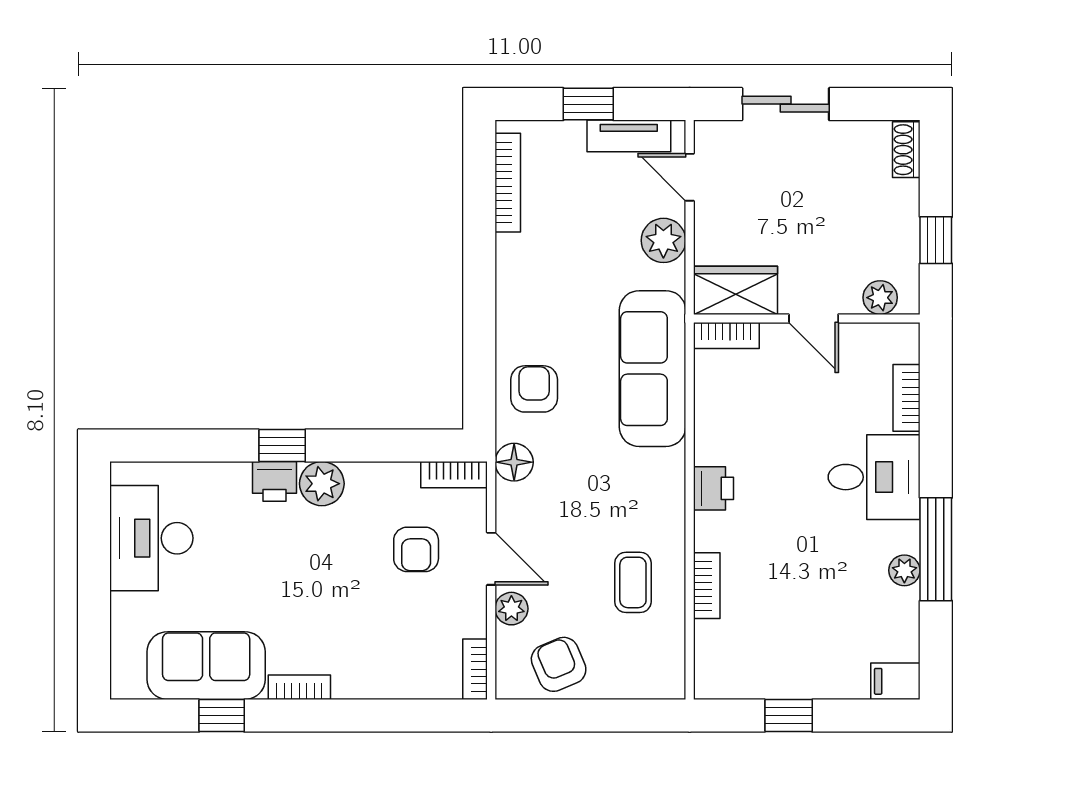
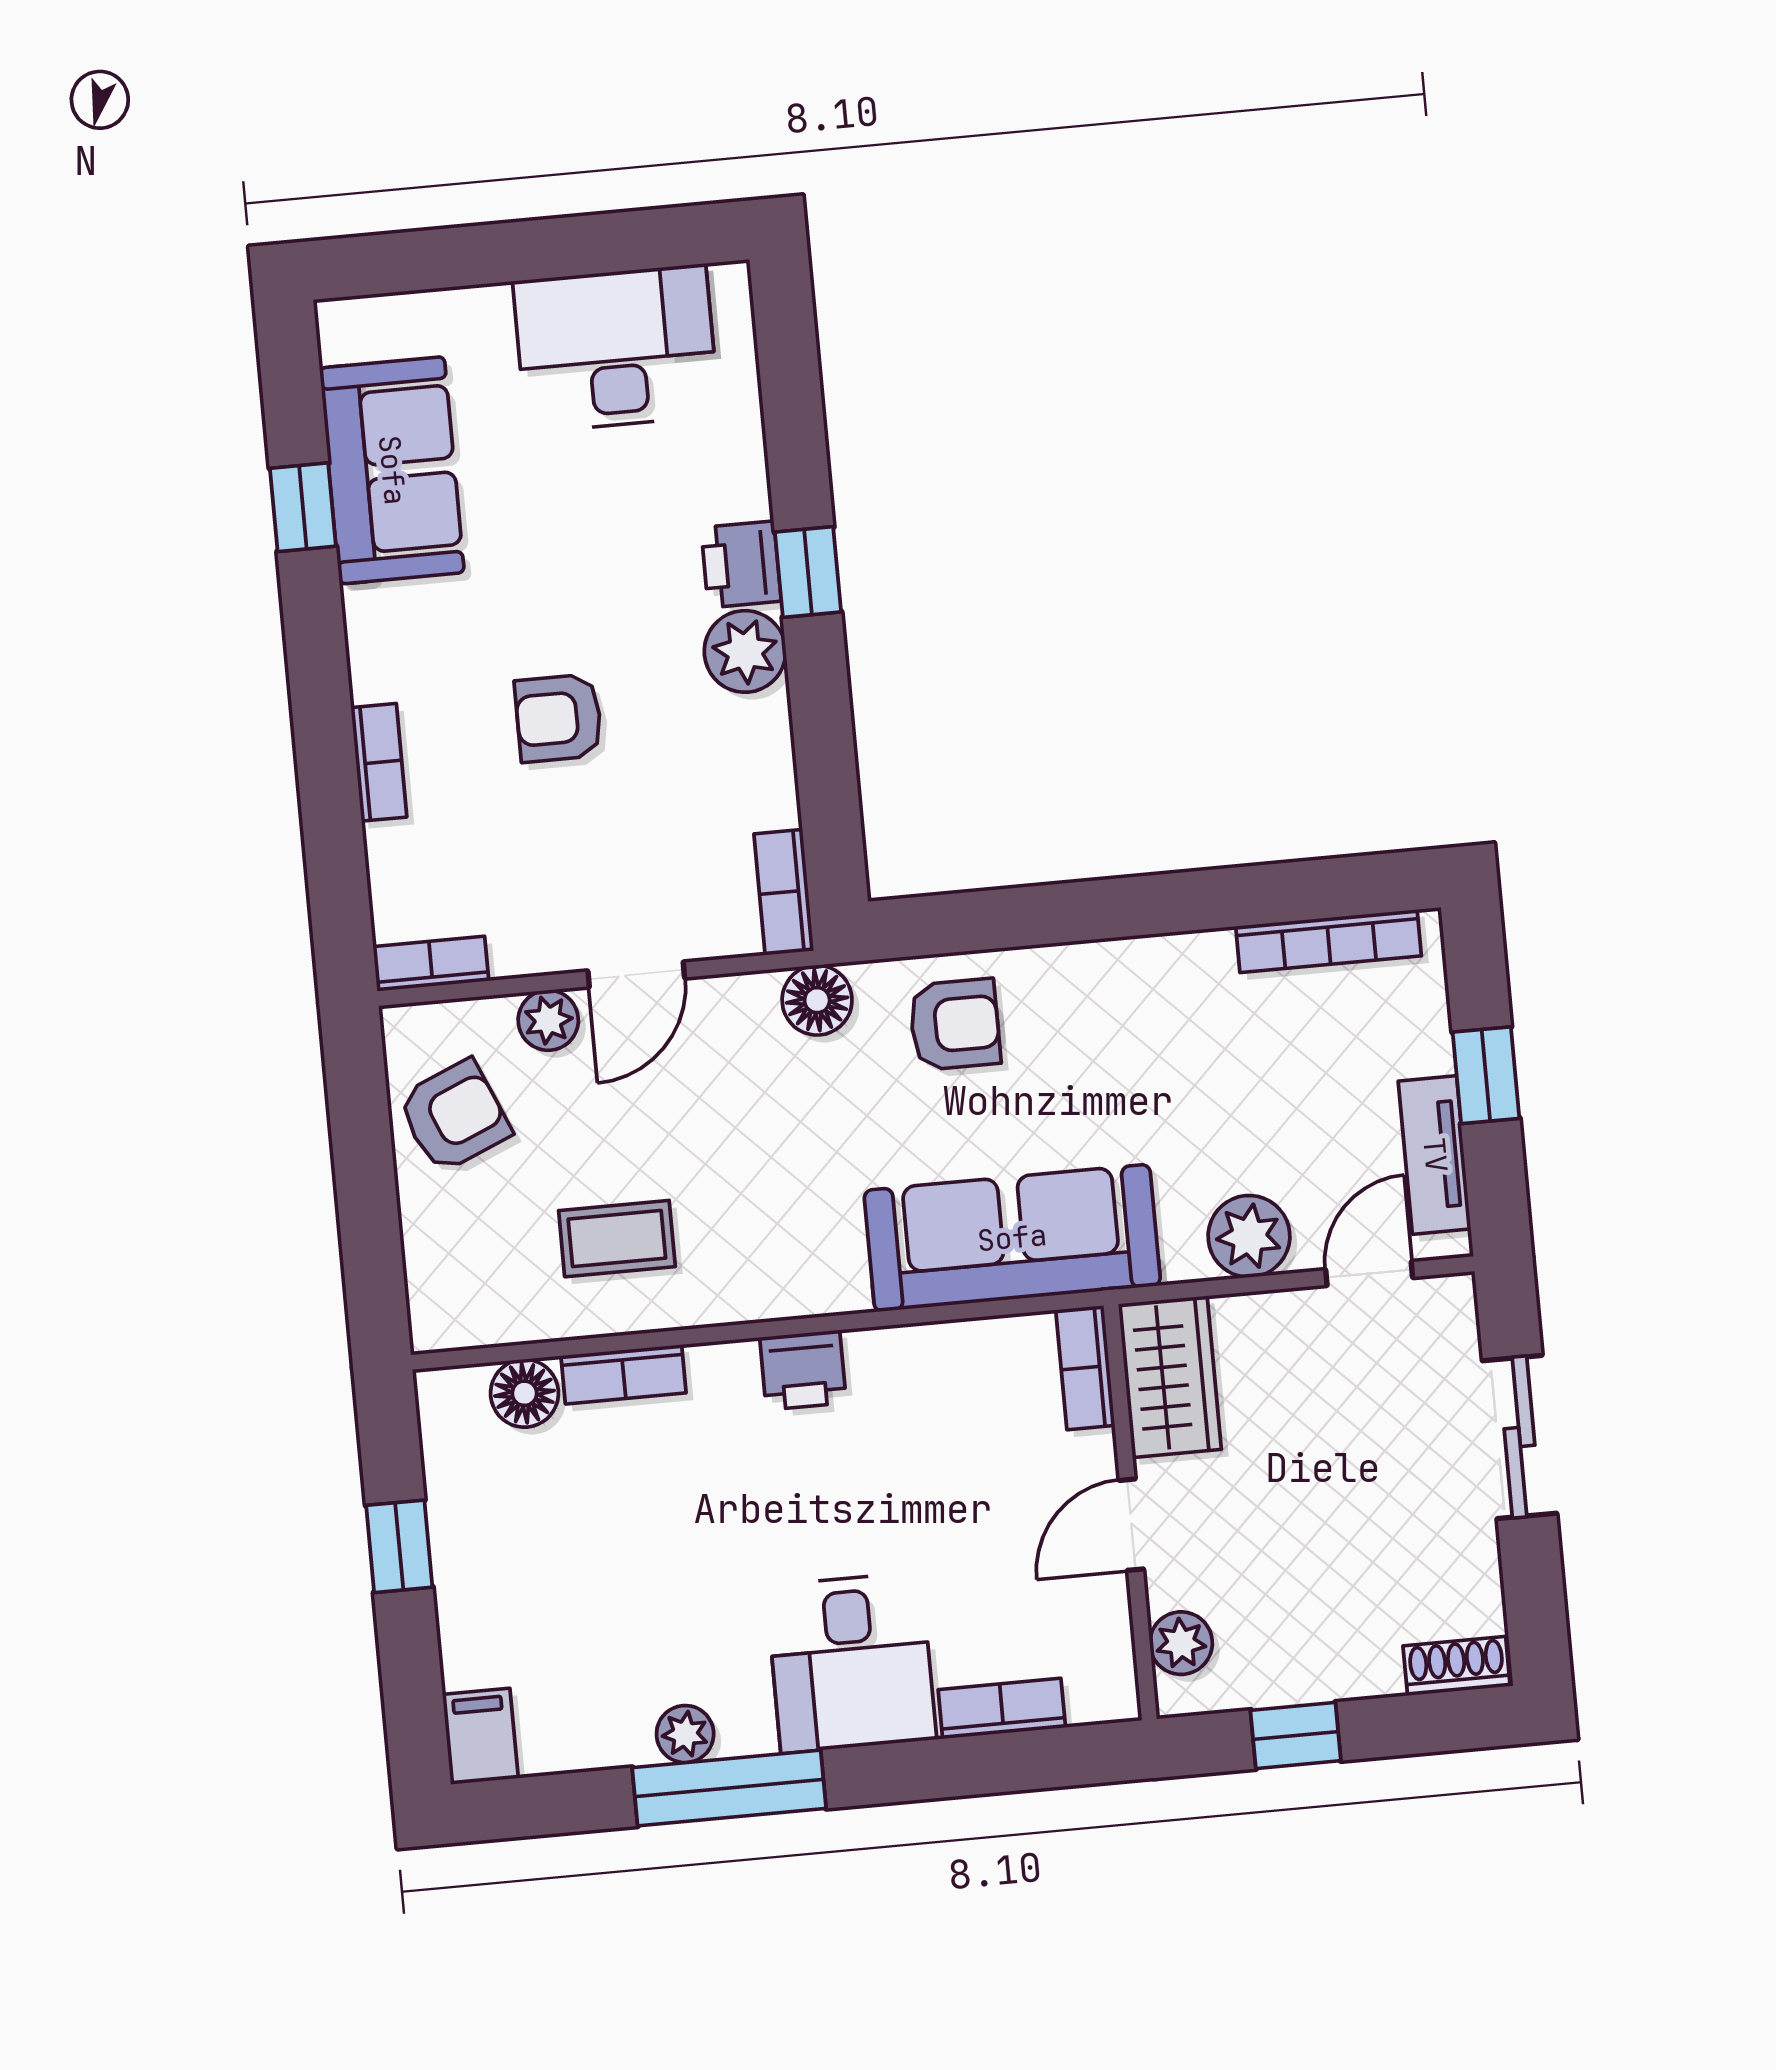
armchair: (416, 549) -> (559, 718), moved
floor lamp: (712, 640) -> (524, 1393), added
bookcase: (299, 687) -> (379, 762), moved

